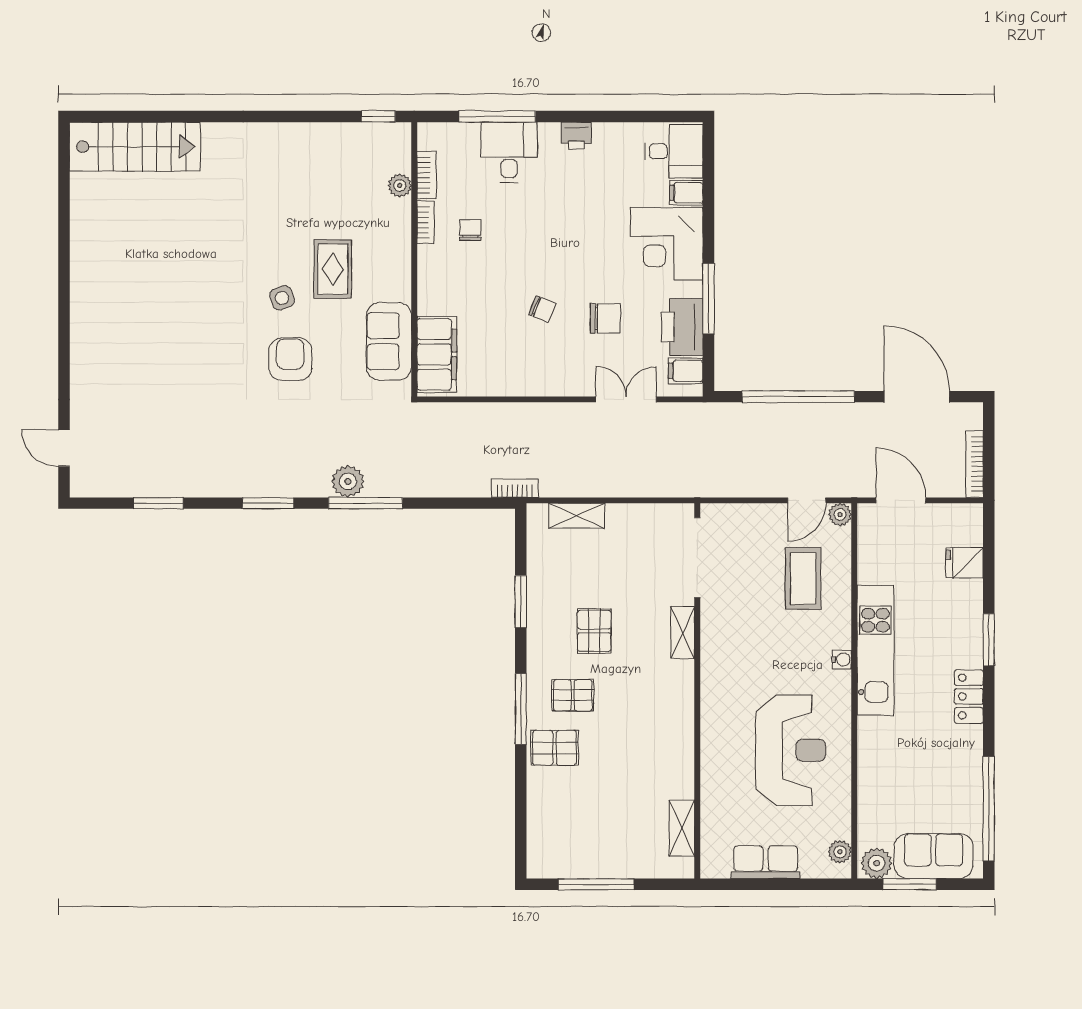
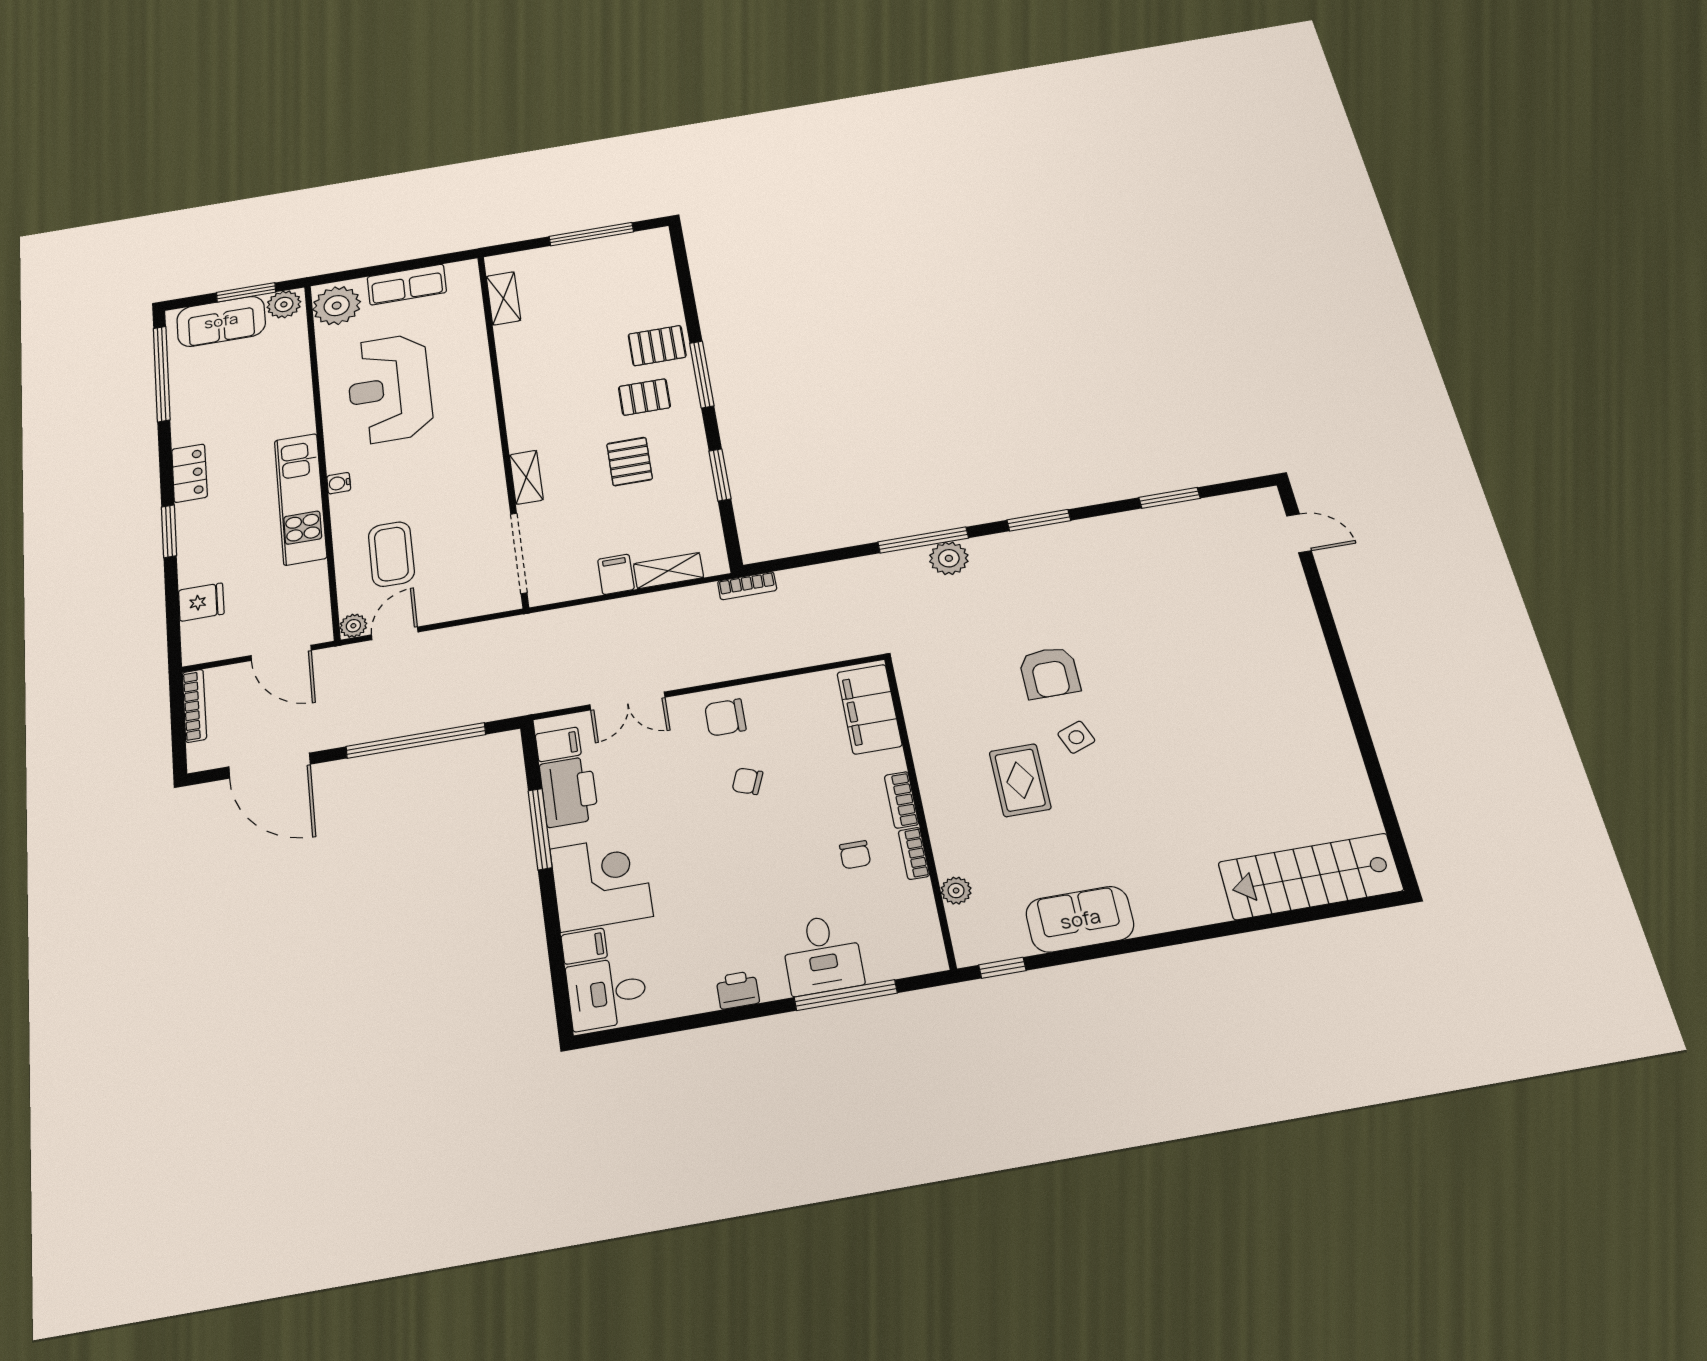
bookcase: (427, 175) -> (902, 800), moved
chair: (605, 318) -> (725, 717), moved
sofa: (389, 341) -> (1080, 919), moved, turned -90
filing cabinet: (620, 521) -> (616, 574), added
plant: (840, 852) -> (337, 306), width x1.87, depth x1.87

